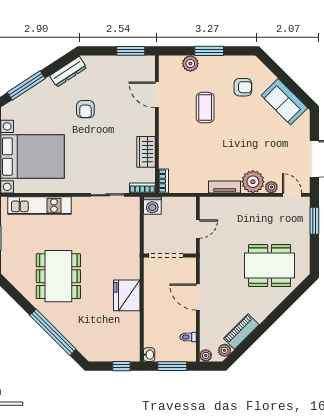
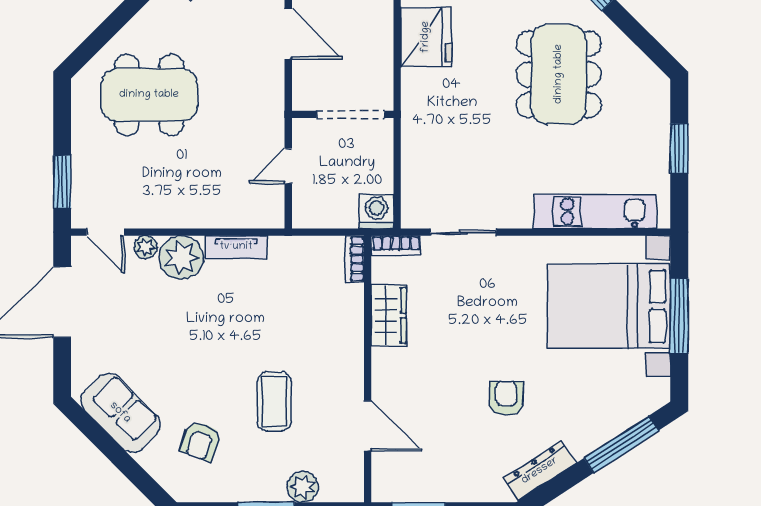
armchair: (243, 87) -> (201, 441), turned -71

